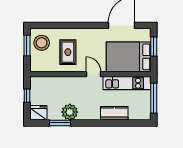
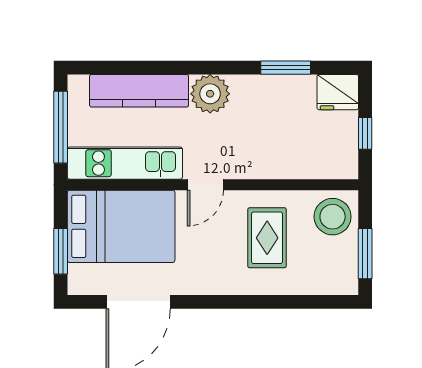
stool: (42, 43) -> (333, 217), moved
door: (93, 74) -> (205, 185), hinge flipped
plant: (70, 112) -> (210, 94), moved
kitchen counter: (114, 113) -> (139, 91), width x1.50

